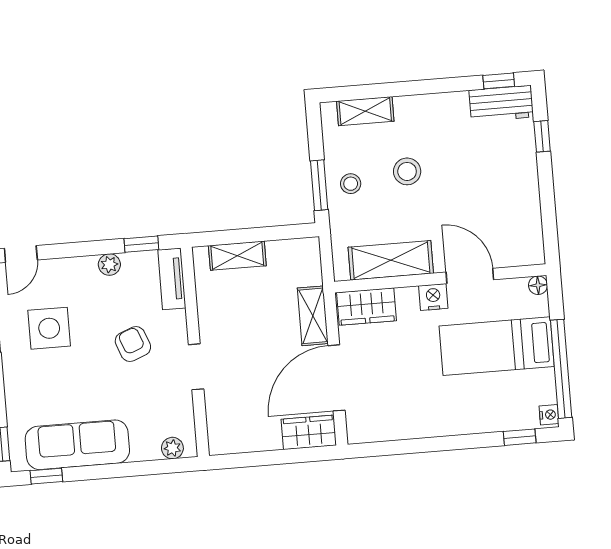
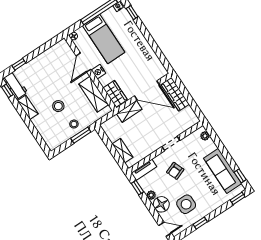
shelving: (365, 111) -> (28, 107), moved
floor lamp: (78, 275) -> (161, 204), added
wardrobe: (309, 432) -> (175, 94), width x1.50

